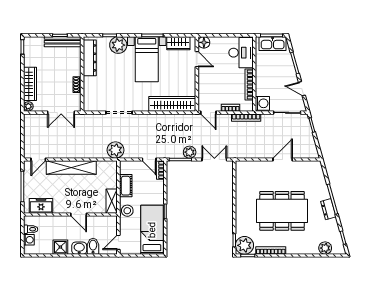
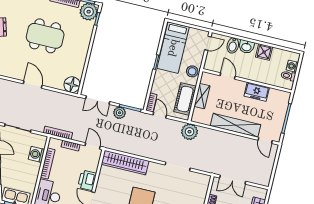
printer: (206, 77) -> (87, 180), added
washing machine: (262, 103) -> (36, 154), moved
plant: (28, 106) -> (262, 193), removed
double door: (61, 113) -> (233, 180), swing flipped
door: (38, 160) -> (265, 140), swing flipped
door: (283, 160) -> (33, 85), swing flipped
floor lamp: (244, 169) -> (72, 85), added
cot: (126, 186) -> (185, 99), width x1.37, depth x1.34
shelving: (112, 201) -> (202, 96), moved
freezer: (41, 206) -> (257, 92), moved
dining table: (282, 211) -> (45, 36), width x0.73, depth x0.80
door: (79, 215) -> (228, 76), moved

